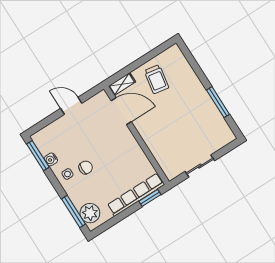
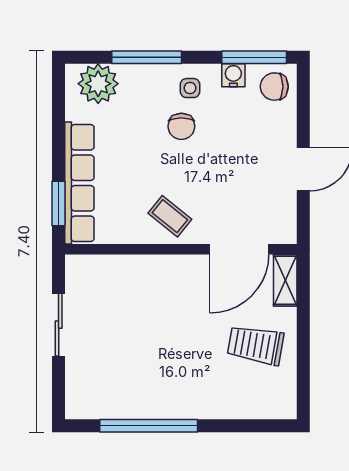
window: (218, 102) -> (149, 426), width x1.46
chair: (45, 140) -> (274, 87), added
coffee table: (126, 149) -> (170, 216), added
window: (74, 212) -> (147, 57), moved

